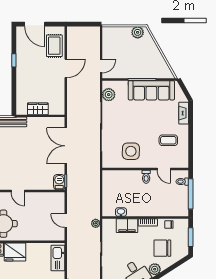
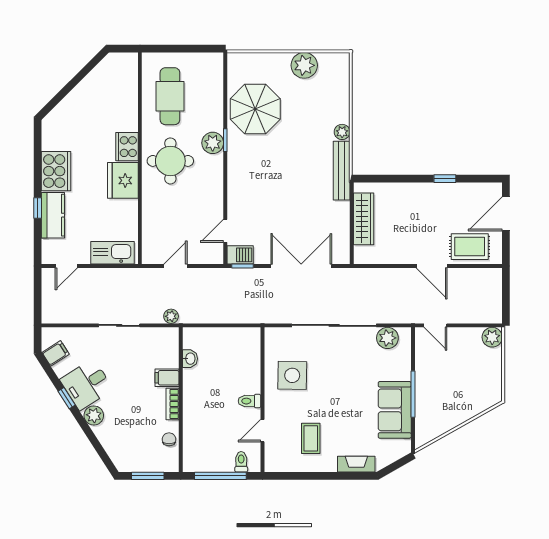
plant: (138, 32) -> (492, 337), moved
sofa: (151, 90) -> (395, 410), width x0.73
wardrobe: (38, 109) -> (364, 219), width x1.50
door: (18, 191) -> (225, 231), moved
filing cabinet: (127, 226) -> (167, 378), width x0.50
chair: (162, 248) -> (129, 428), removed

